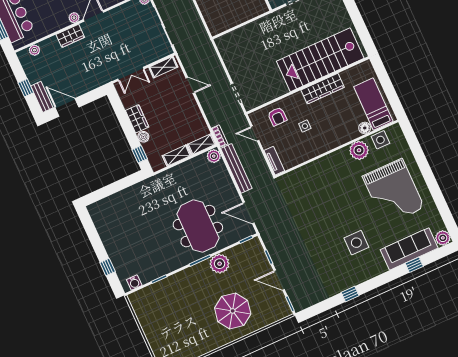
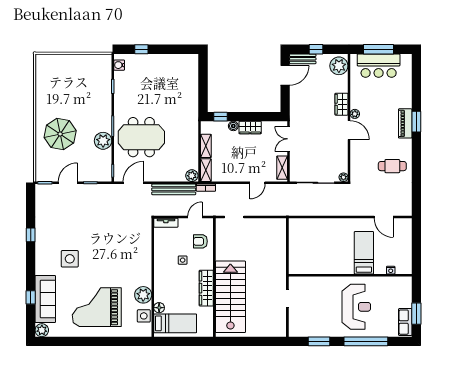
plant: (34, 50) -> (339, 66), width x1.88, depth x1.88

